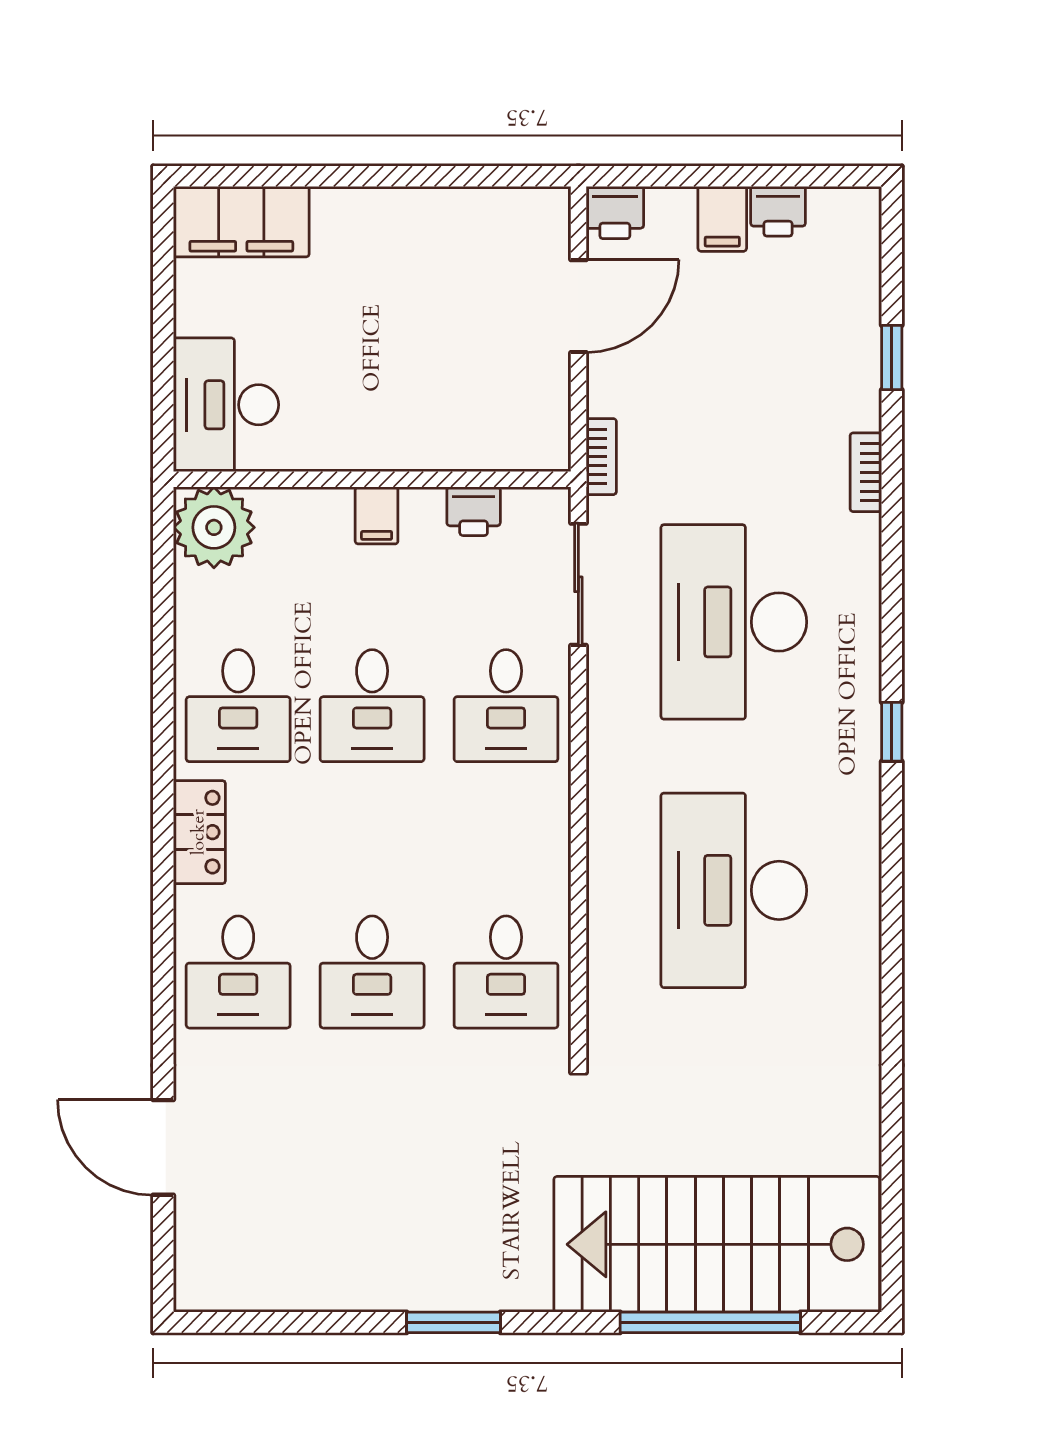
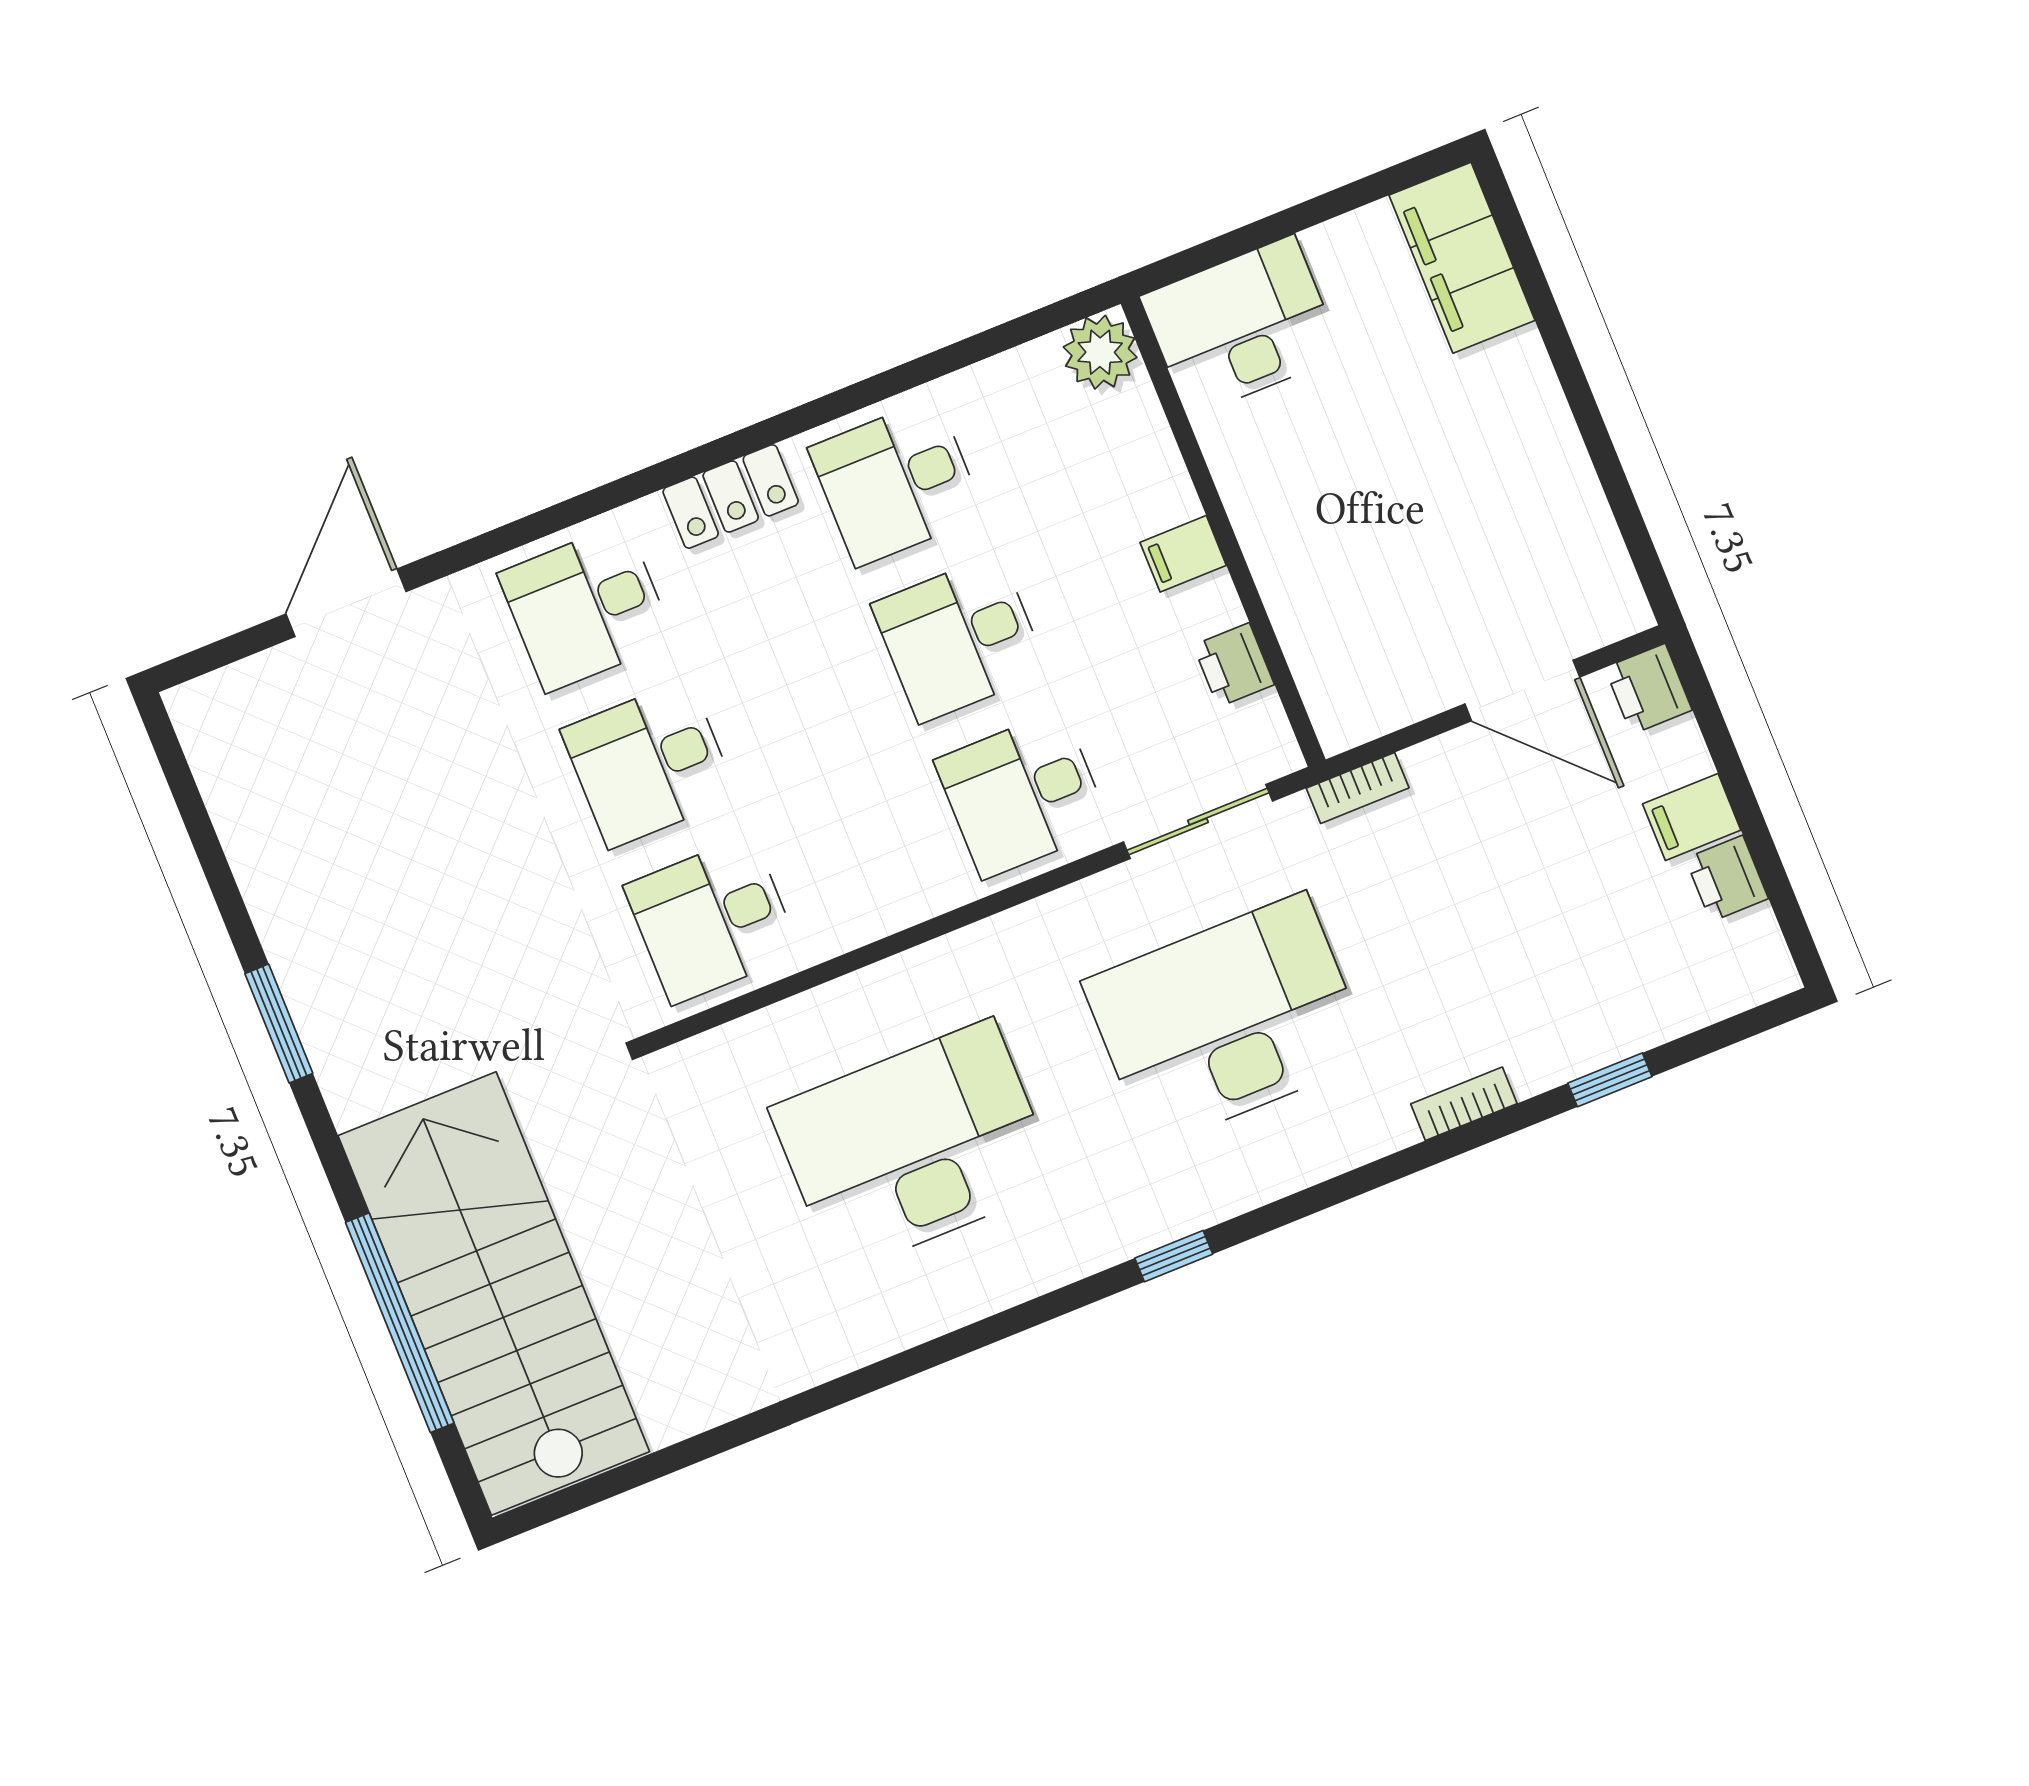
plant: (214, 527) -> (1100, 352), width x0.73, depth x0.73

